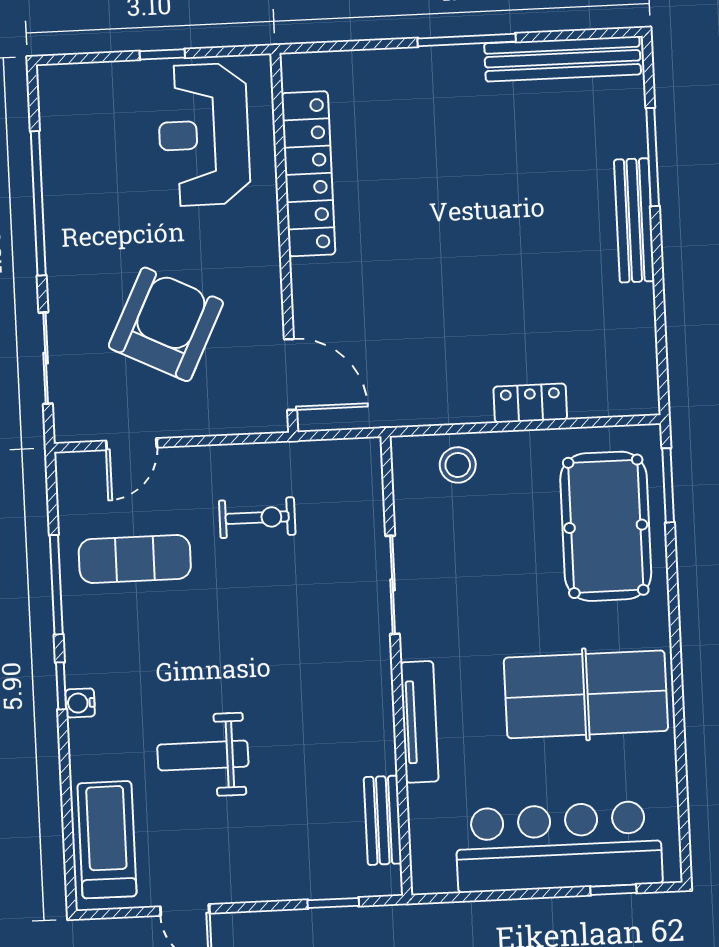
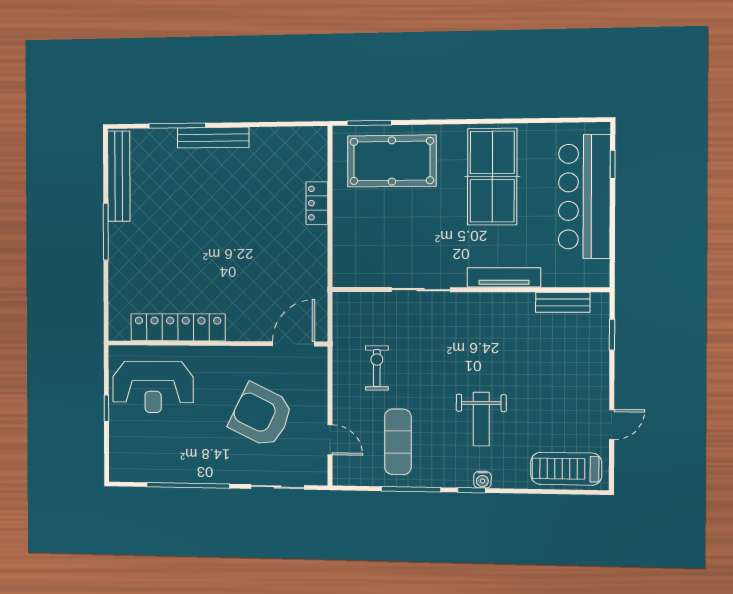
stool: (458, 465) -> (351, 248), removed
weight bench: (203, 756) -> (481, 419), moved

